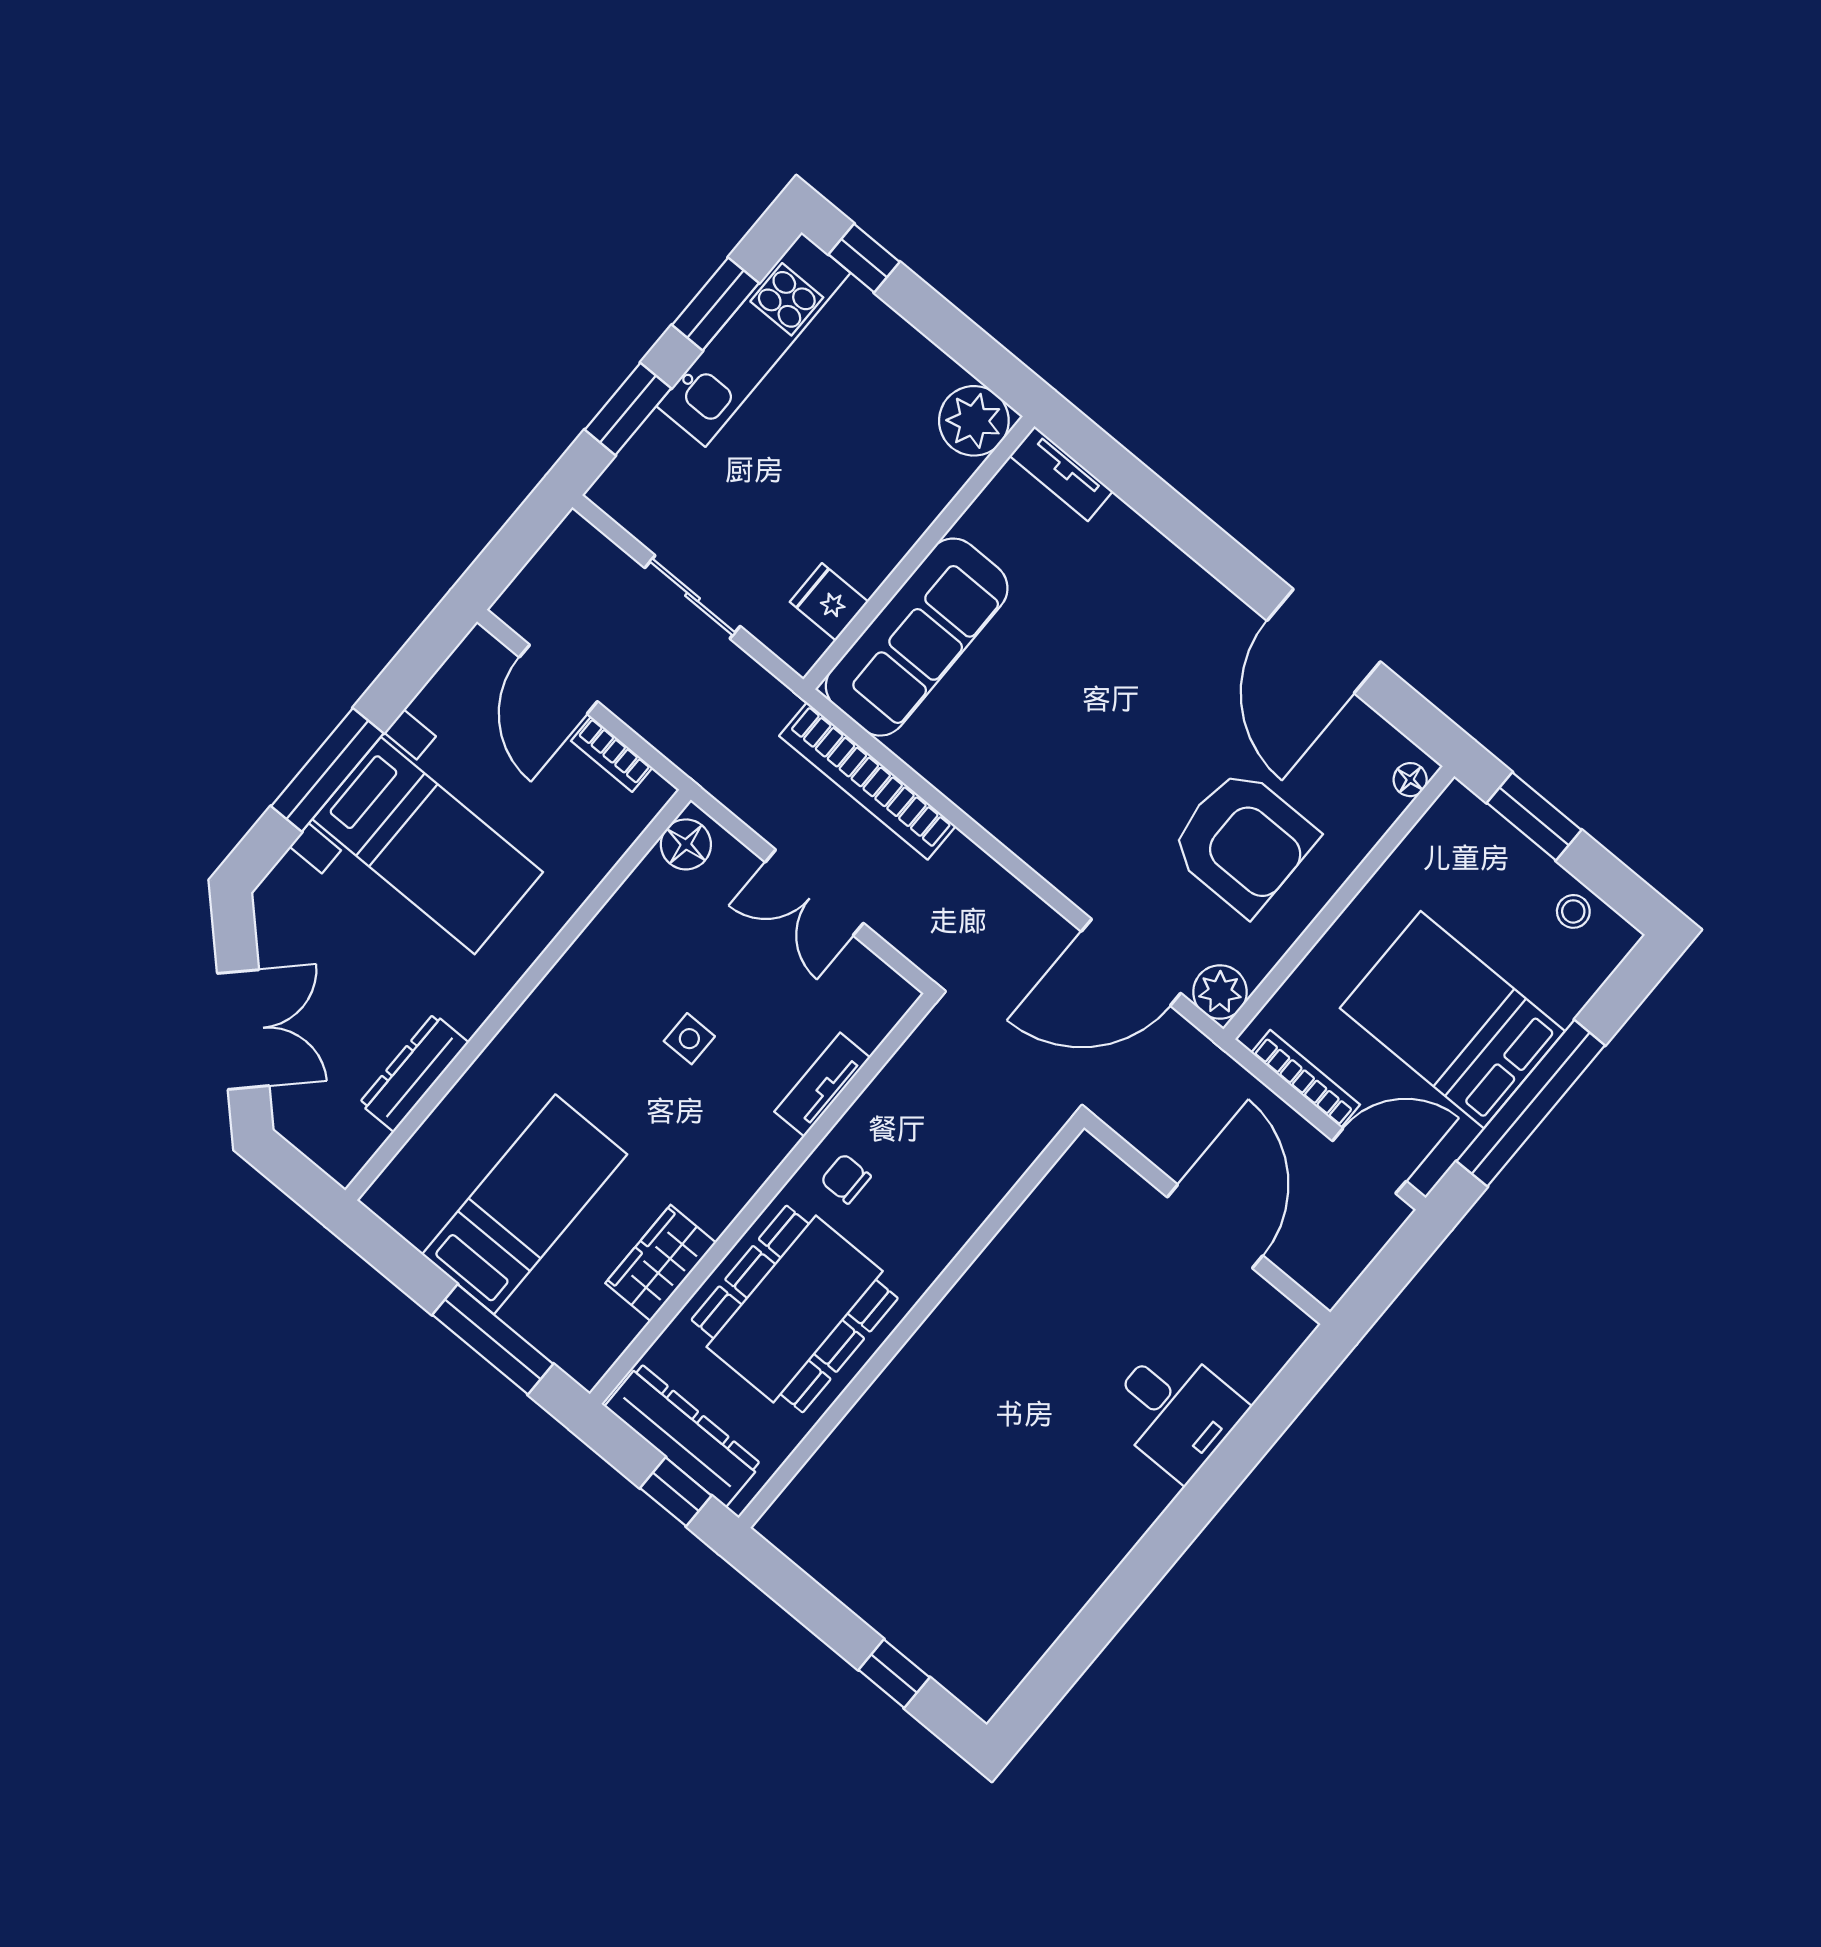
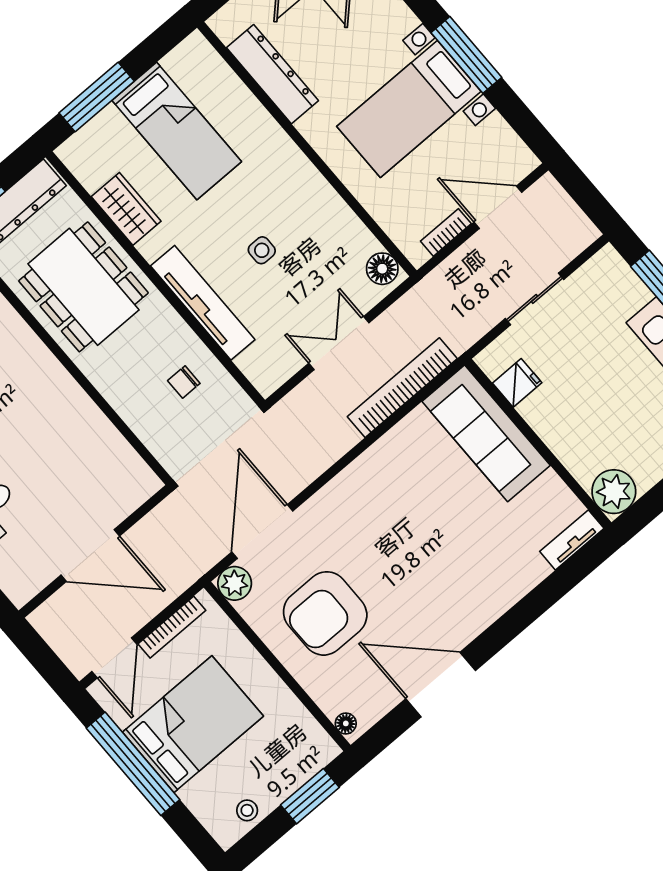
dresser: (414, 1073) -> (272, 74), width x1.37, depth x1.24
tv unit: (822, 1085) -> (203, 303), width x1.92, depth x1.29
chair: (846, 1179) -> (184, 382), moved, turned 180

